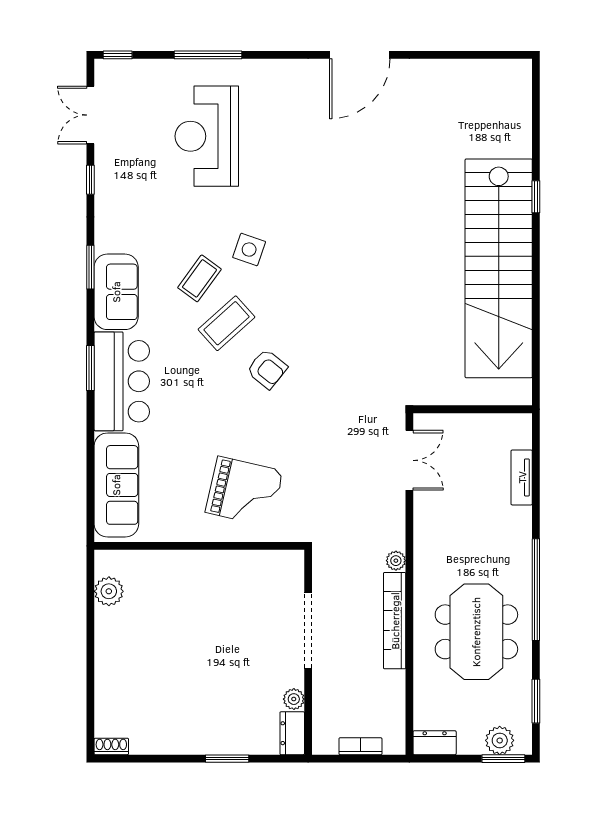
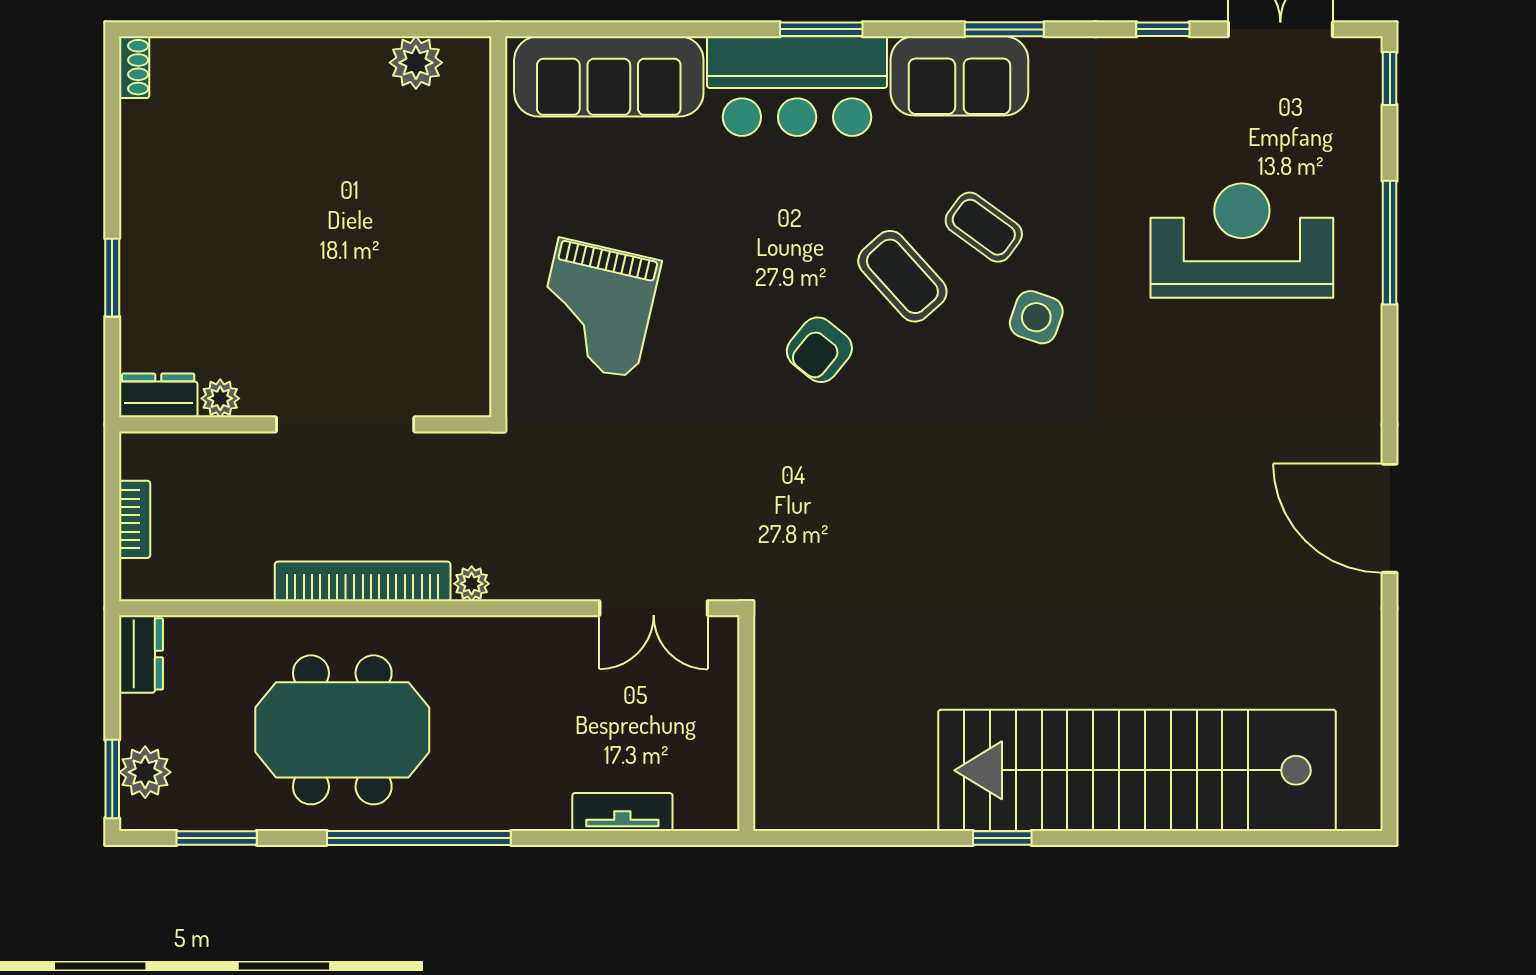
window: (536, 197) -> (1002, 838), moved
stairs: (499, 268) -> (1137, 770), moved

